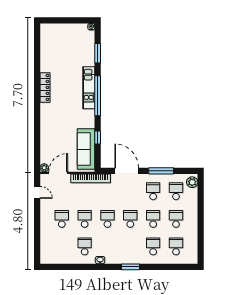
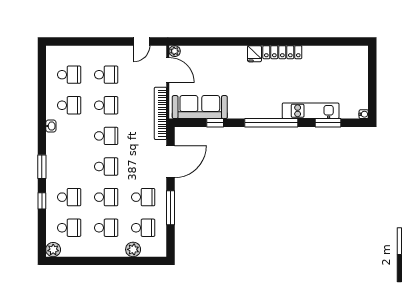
kitchen unit: (89, 88) -> (311, 111), moved
fridge: (46, 108) -> (254, 54), added
plant: (192, 182) -> (133, 249), moved
school desk: (62, 246) -> (69, 75), added
plant: (192, 258) -> (53, 250), added
window: (156, 267) -> (42, 201), added

